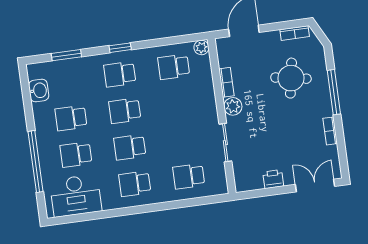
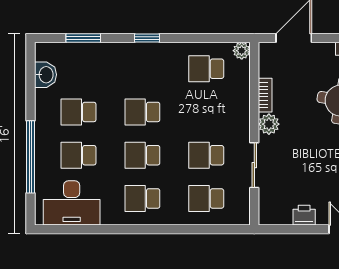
school desk: (120, 74) -> (206, 155), moved

